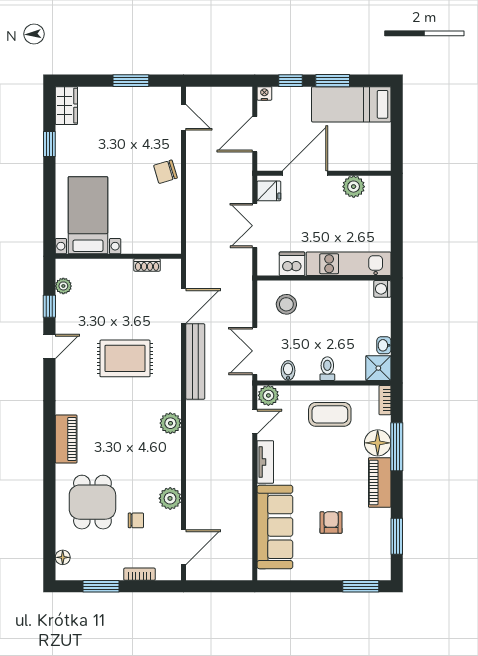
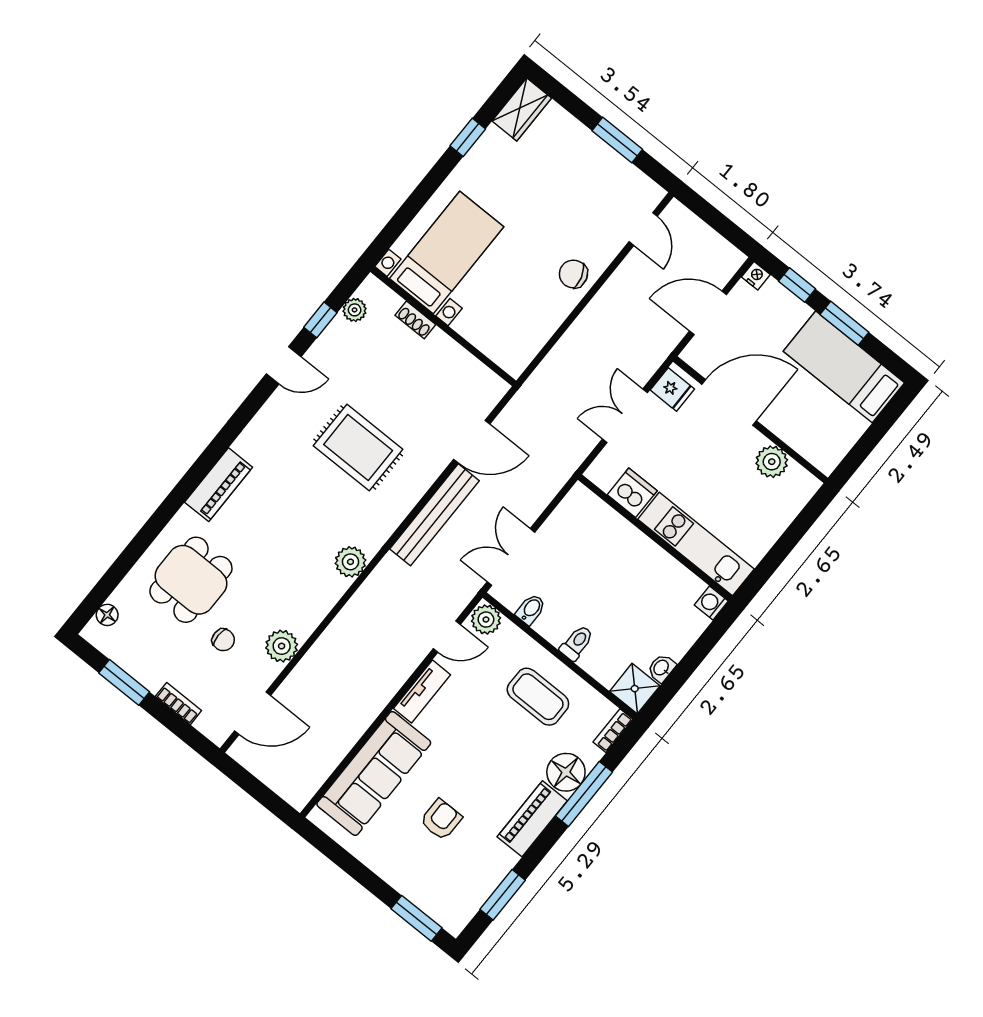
shoe rack: (147, 265) -> (415, 320), moved
stool: (286, 304) -> (589, 533), removed

